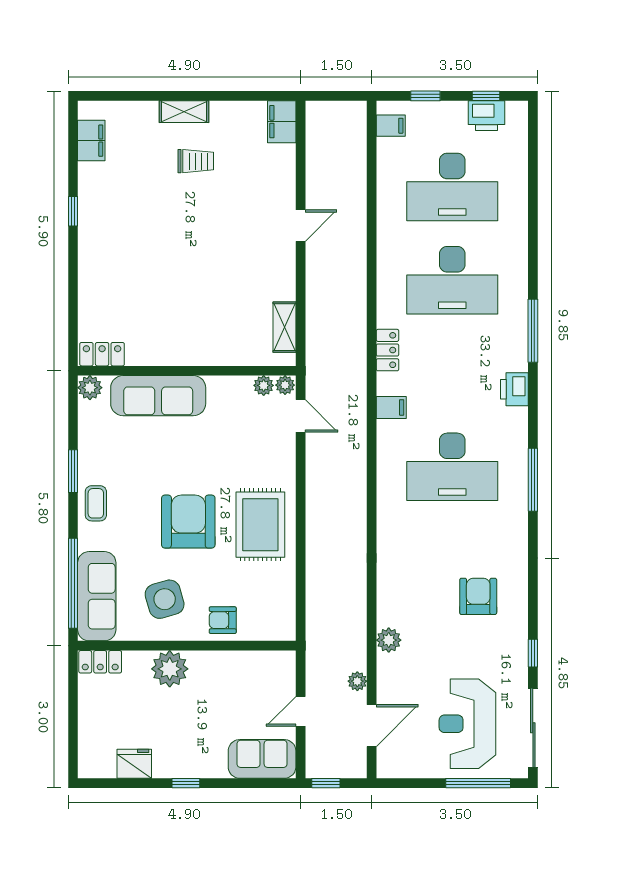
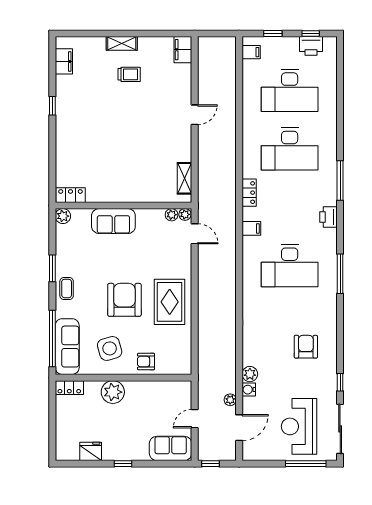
sofa: (158, 396) -> (113, 221), width x0.73
water cooler: (387, 665) -> (249, 390), added

